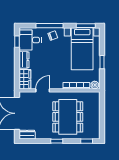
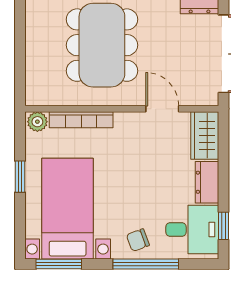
door: (43, 90) -> (162, 109), swing flipped

